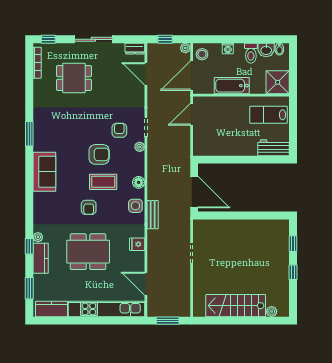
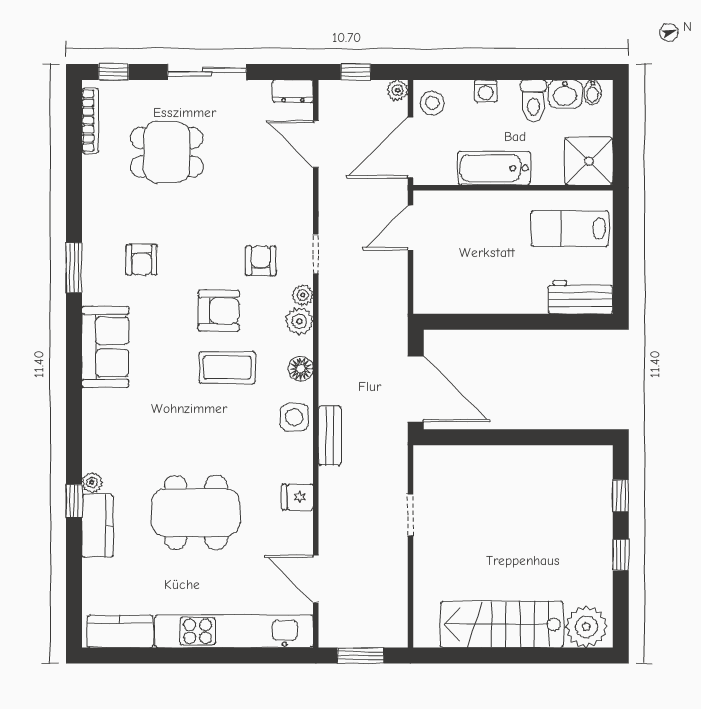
plant: (138, 160) -> (299, 321), added
armchair: (89, 207) -> (142, 260), moved
window: (29, 288) -> (74, 588), removed
plant: (272, 312) -> (586, 627), width x1.87, depth x1.87

